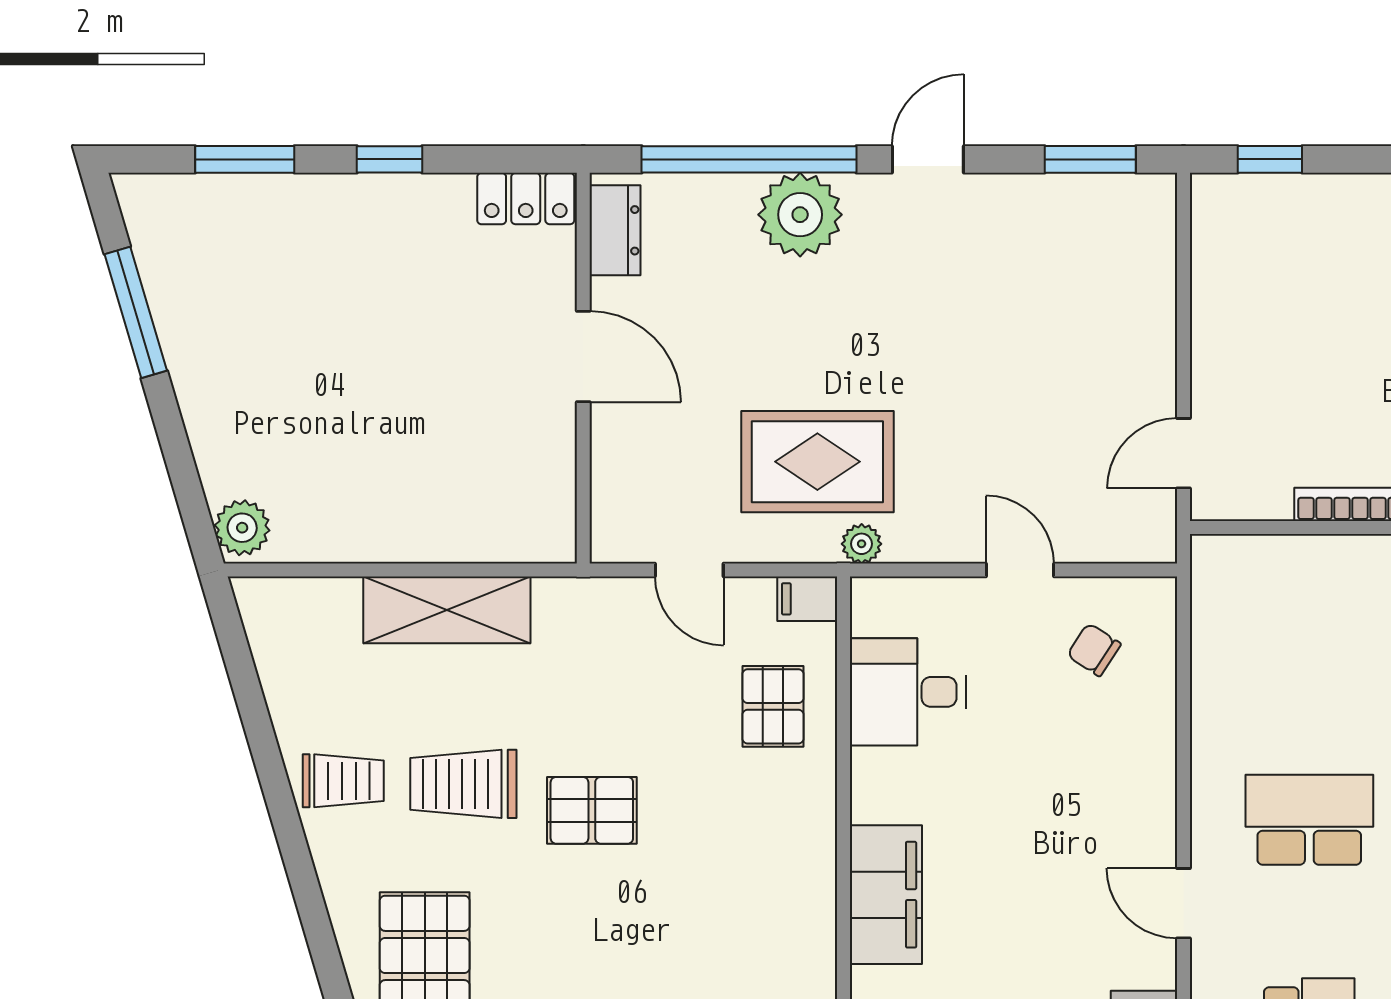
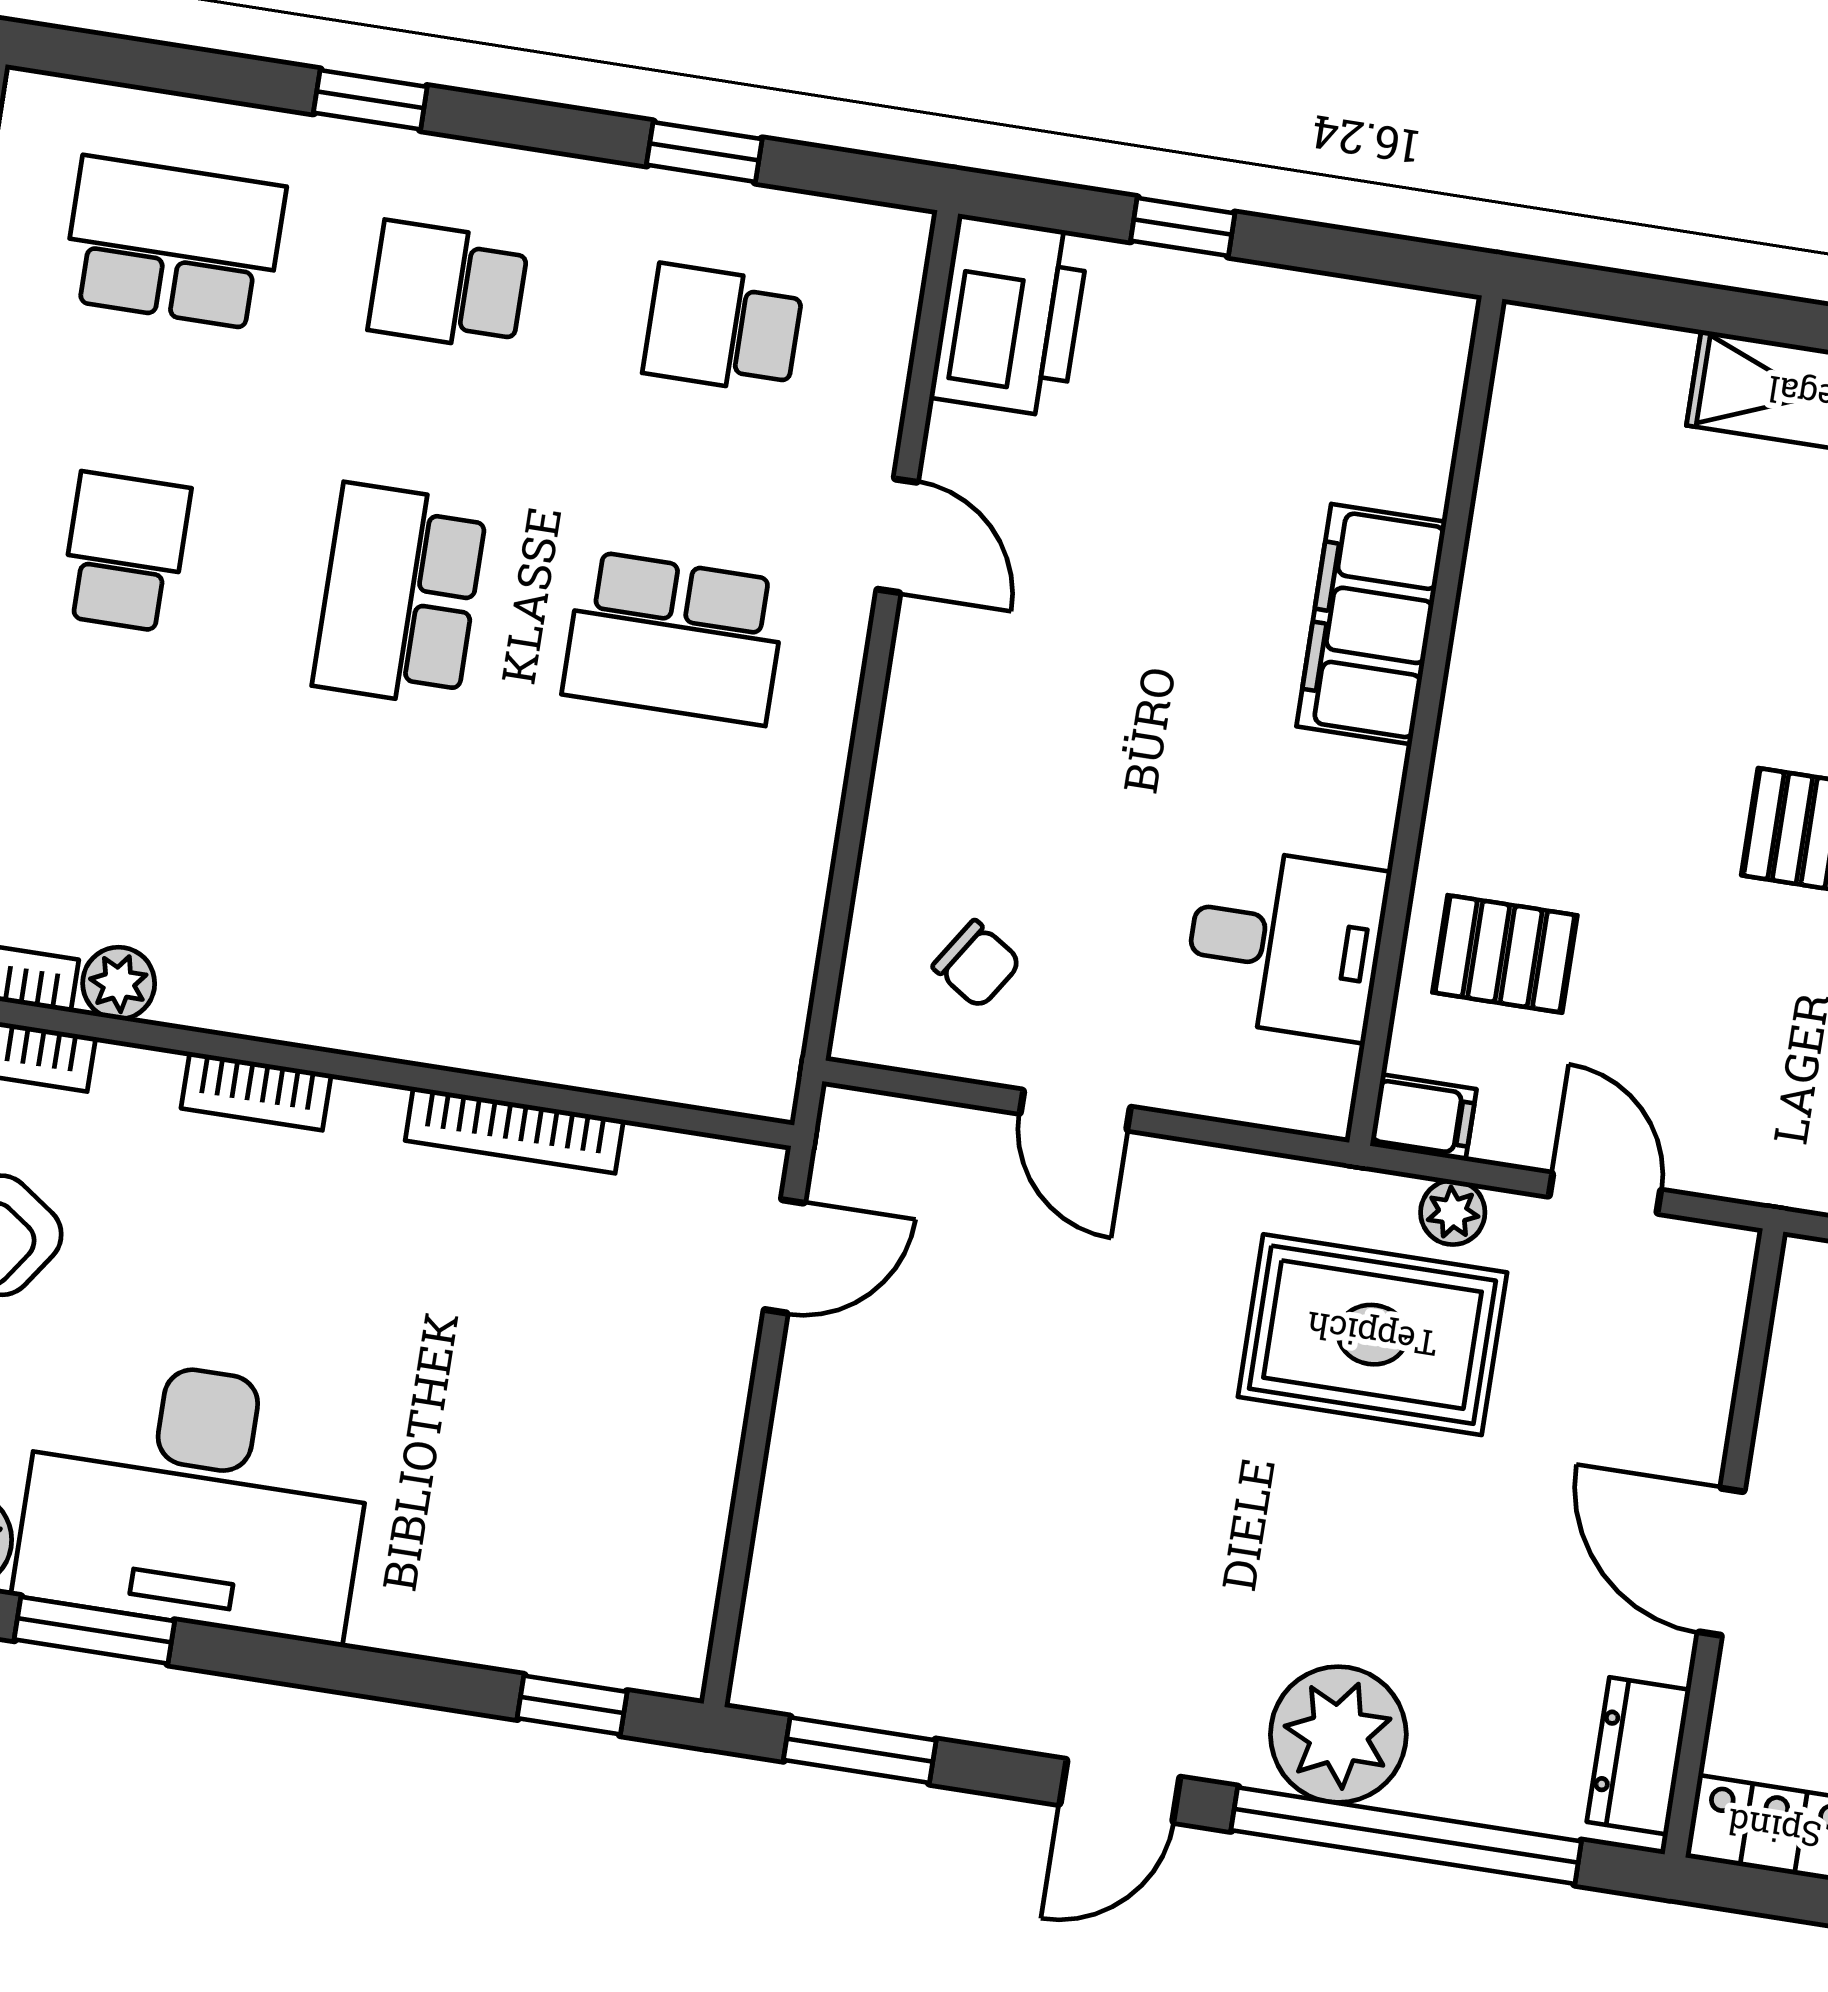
plant: (862, 544) -> (1453, 1212), moved
pallet: (773, 706) -> (1505, 954), turned 90

